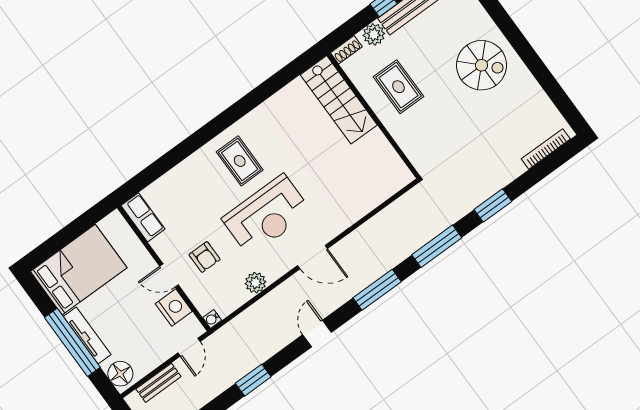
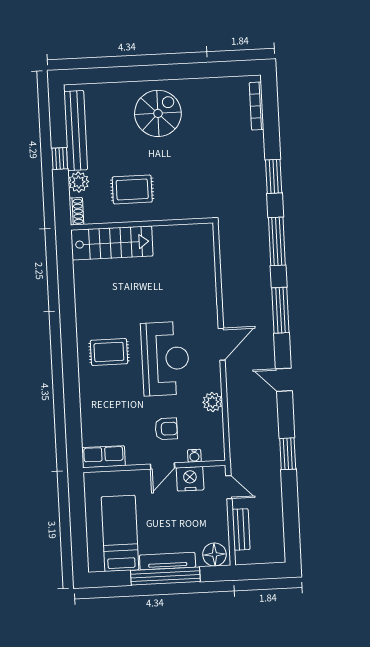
bed: (79, 270) -> (120, 533), width x0.67
water cooler: (212, 319) -> (194, 456), moved

